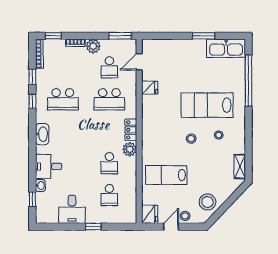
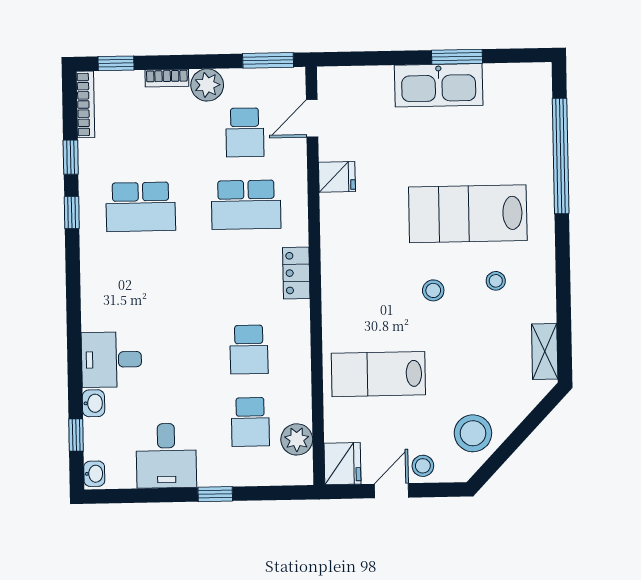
kitchen sink: (226, 48) -> (439, 85), moved
washbasin: (42, 134) -> (94, 474), moved, width x0.52, depth x0.69
plant: (130, 149) -> (297, 439), moved

